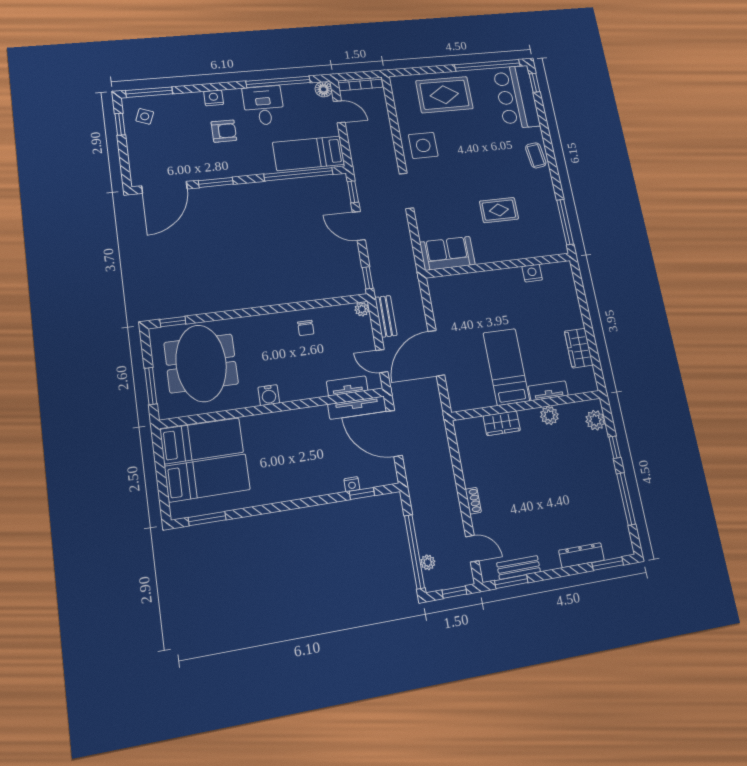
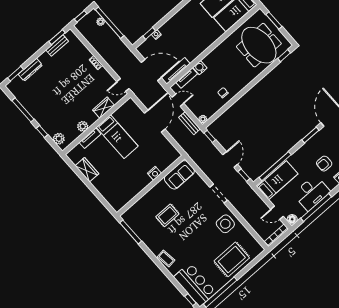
desk: (264, 105) -> (312, 193), width x1.37
door: (359, 226) -> (230, 160), hinge flipped
nightstand: (532, 273) -> (154, 173), moved
water cooler: (269, 395) -> (200, 68), moved
door: (472, 549) -> (123, 85), moved

